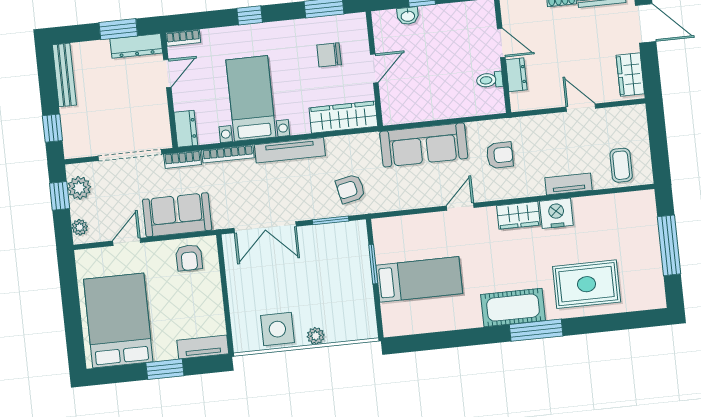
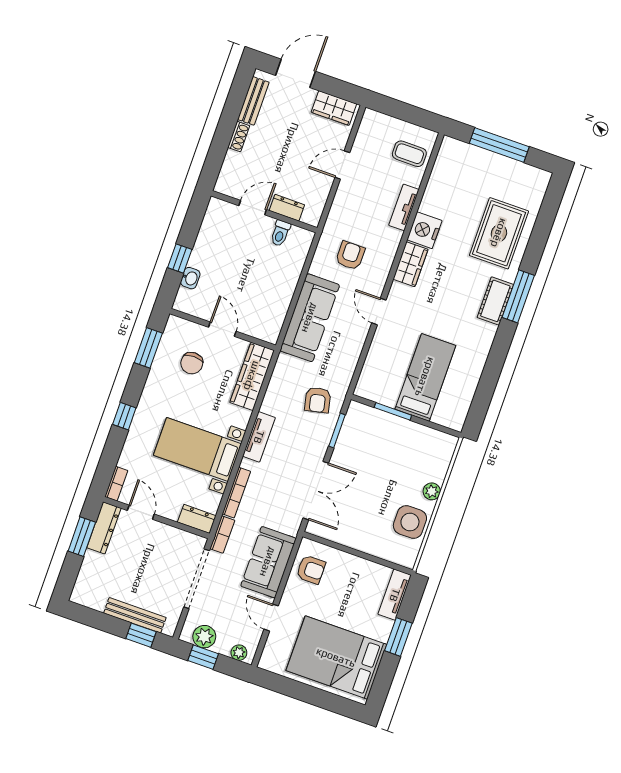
bench: (64, 75) -> (135, 615), moved
tv unit: (290, 150) -> (259, 437), width x0.71
cot: (513, 308) -> (495, 301), width x0.73, depth x0.75

